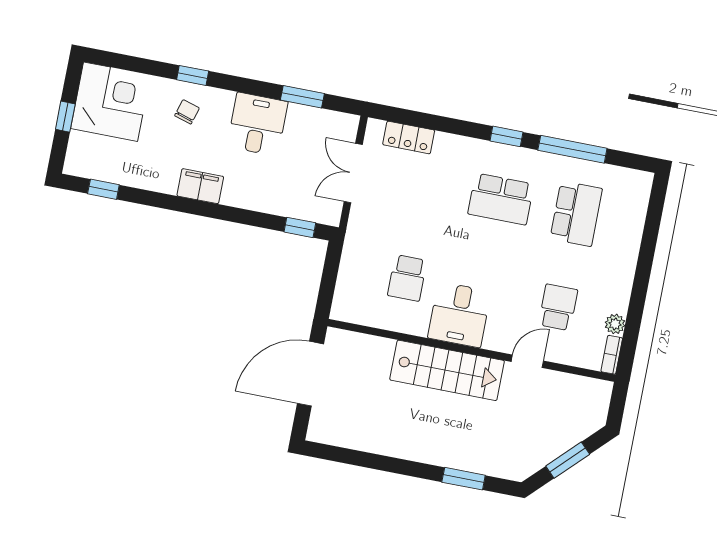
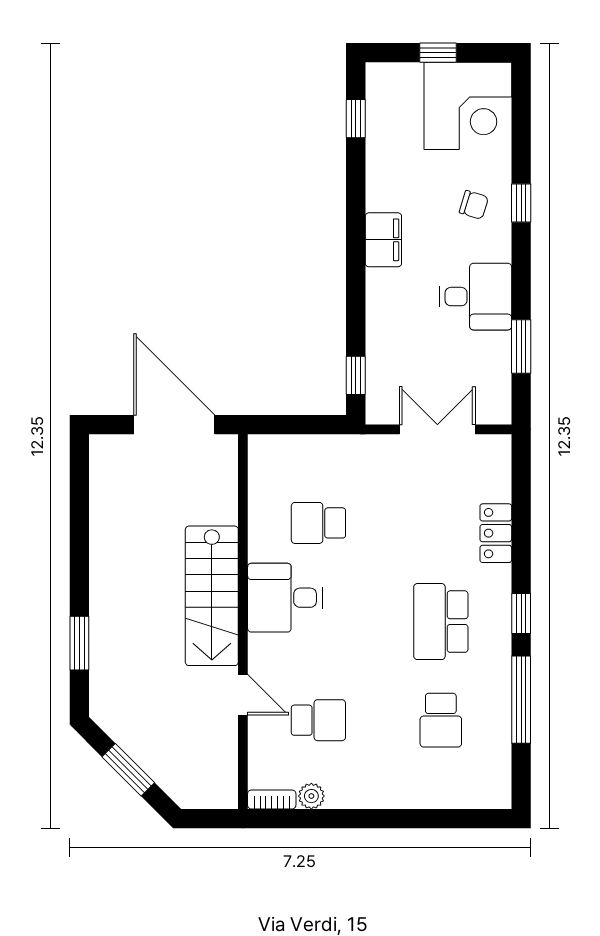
locker: (409, 137) -> (496, 533), moved
school desk: (576, 214) -> (441, 720), width x0.54

